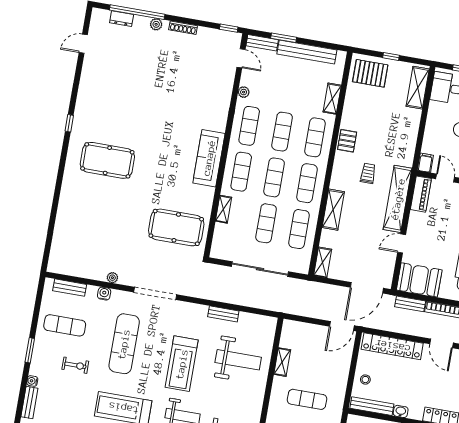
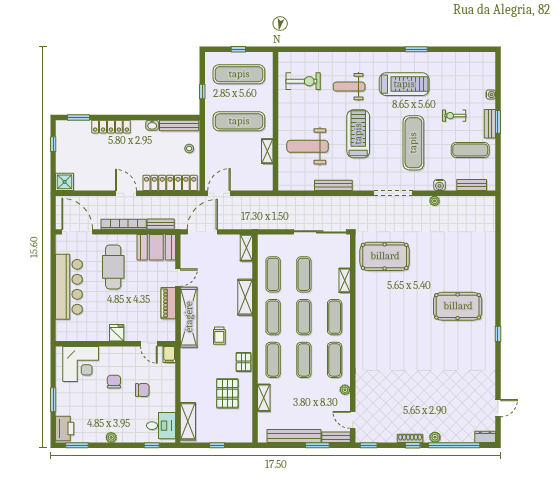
dresser: (122, 19) -> (485, 437), moved
window: (181, 20) -> (413, 445), added
pallet: (370, 73) -> (227, 393), moved, turned 90
sofa: (209, 158) -> (366, 324), removed
piano: (421, 194) -> (168, 303), moved
sliding door: (260, 269) -> (320, 232), moved
bench: (223, 314) -> (333, 185), width x1.36
exercise mat: (307, 399) -> (239, 121), width x1.36, depth x1.45
bench: (29, 403) -> (490, 124), moved

